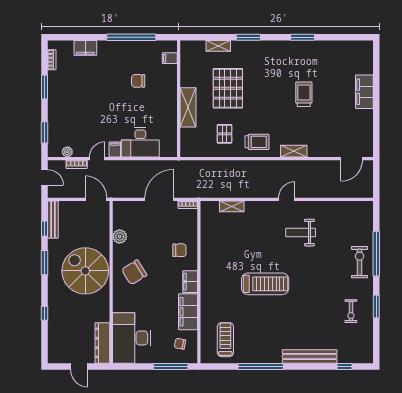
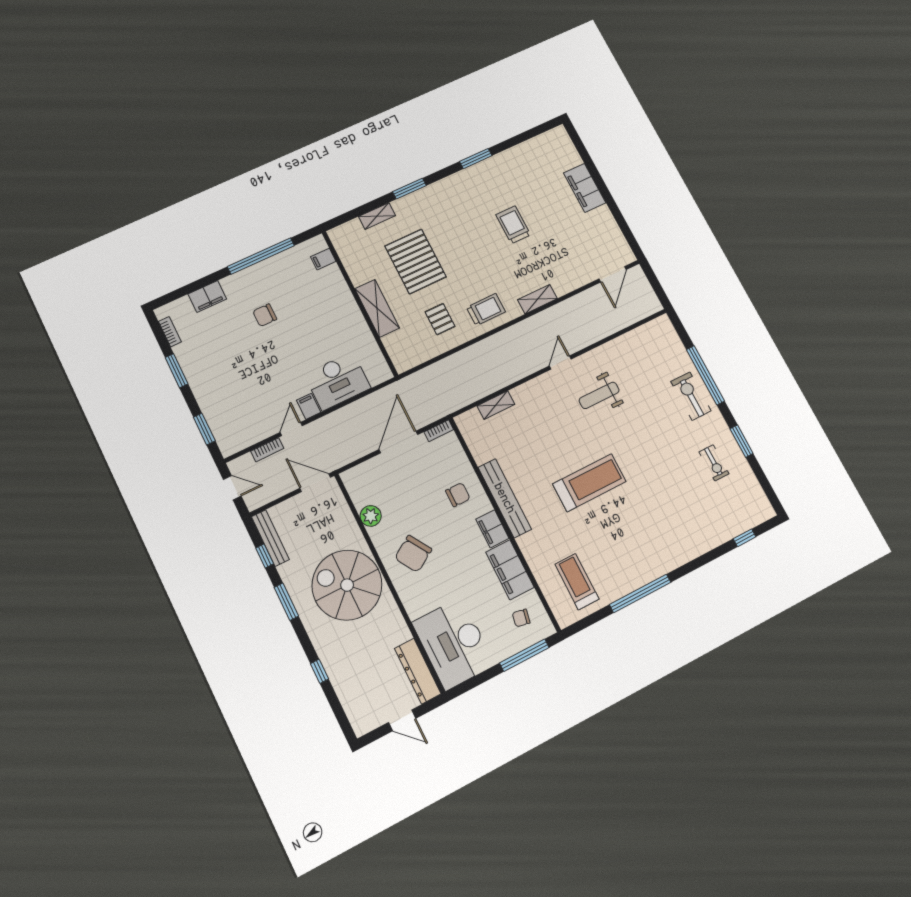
chair: (138, 81) -> (265, 315), moved
plant: (67, 152) -> (247, 440), removed
bench: (310, 357) -> (505, 498), moved, turned 90

